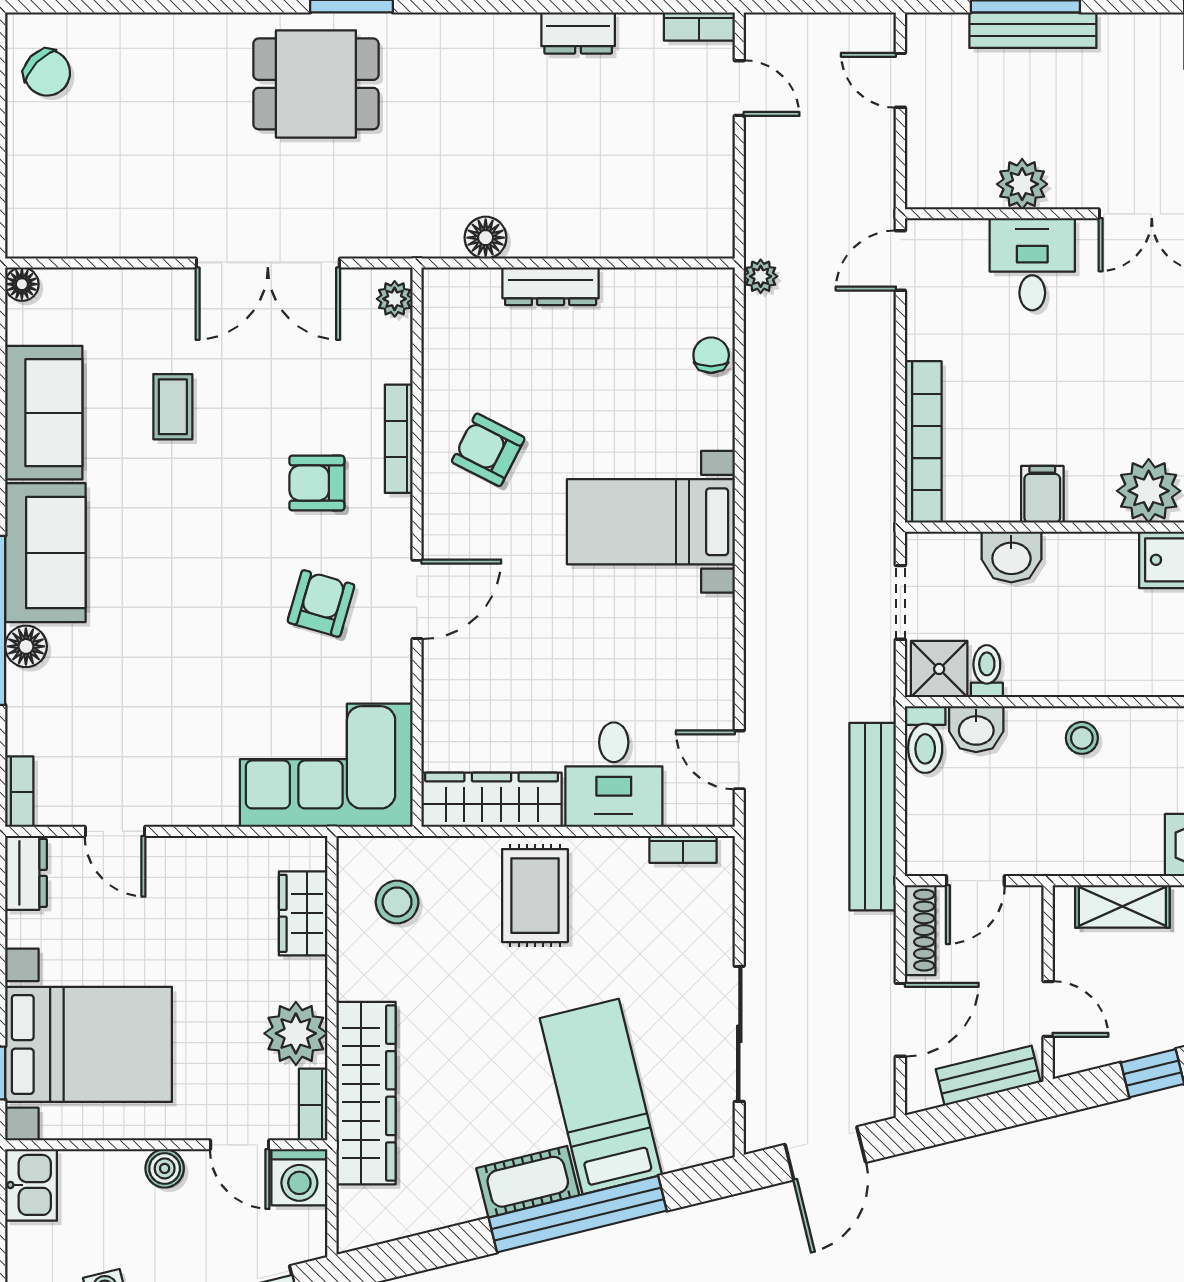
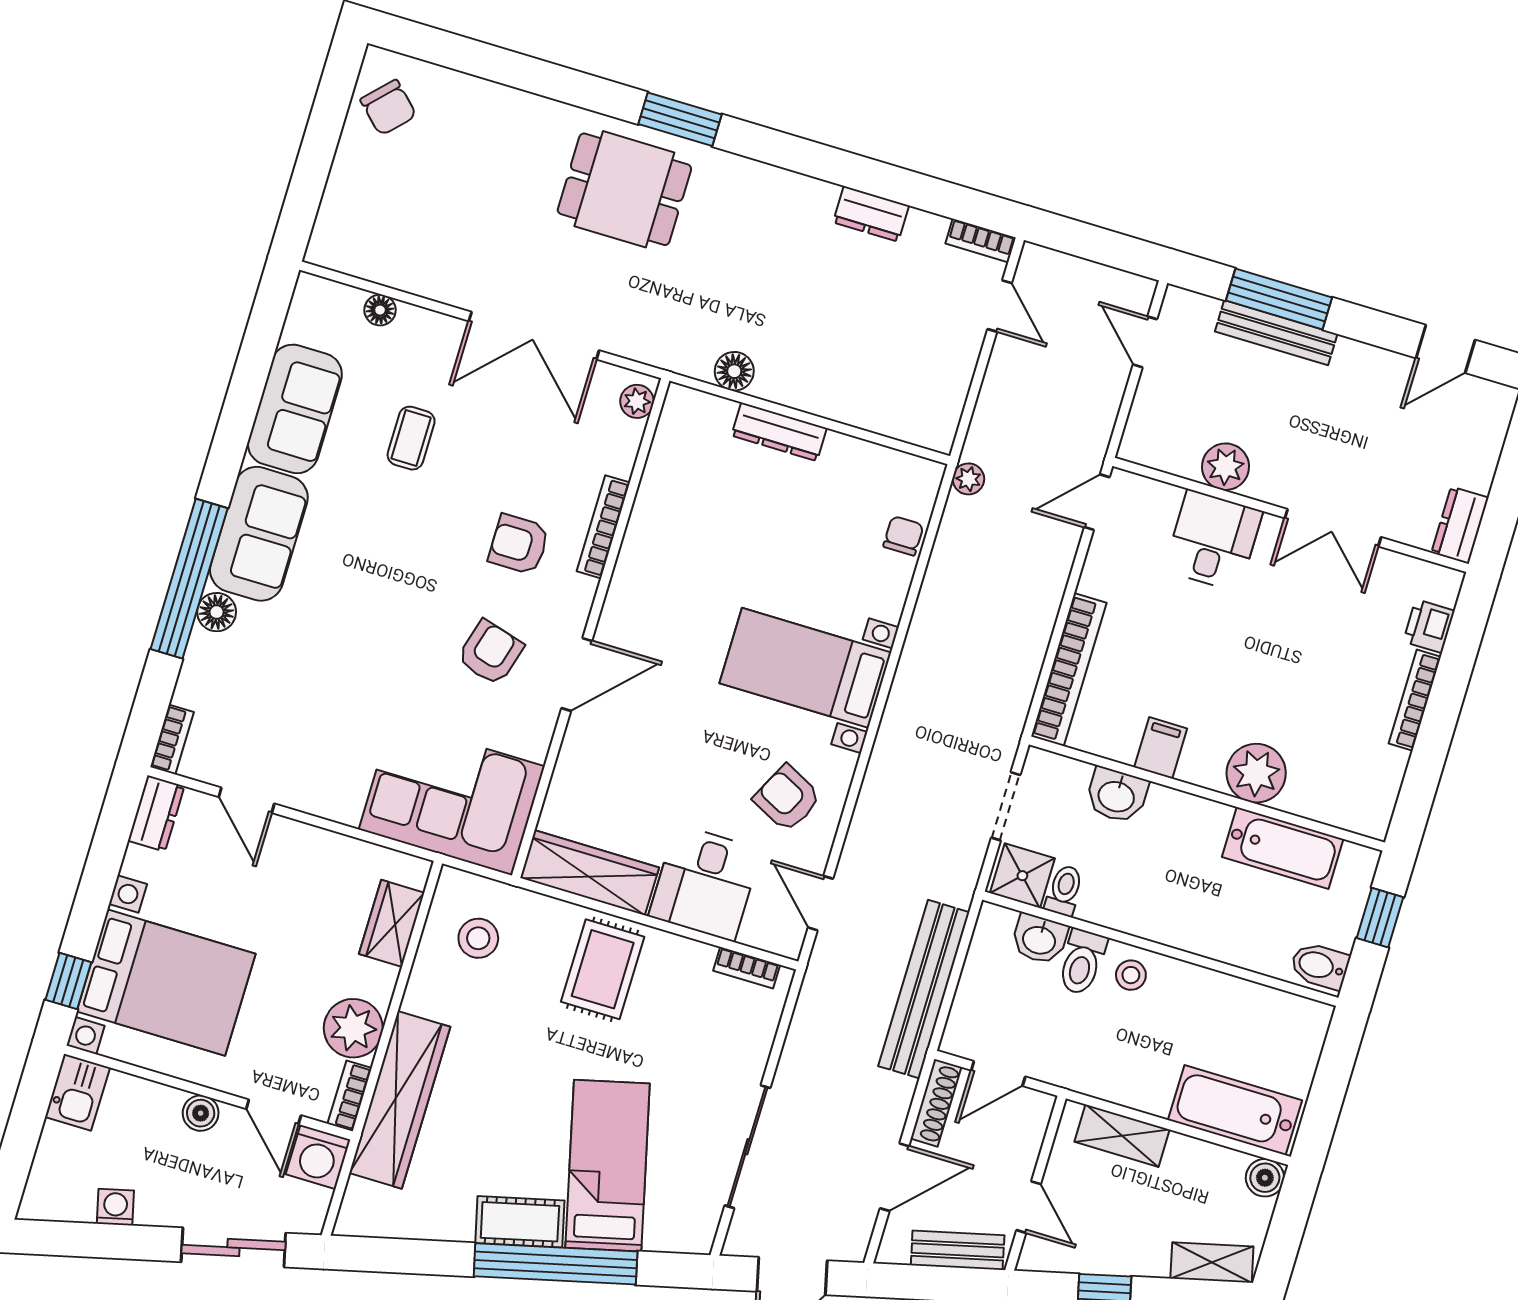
floor lamp: (22, 284) -> (380, 310), moved
armchair: (488, 450) -> (787, 798), moved
toilet: (925, 740) -> (1082, 962), moved

